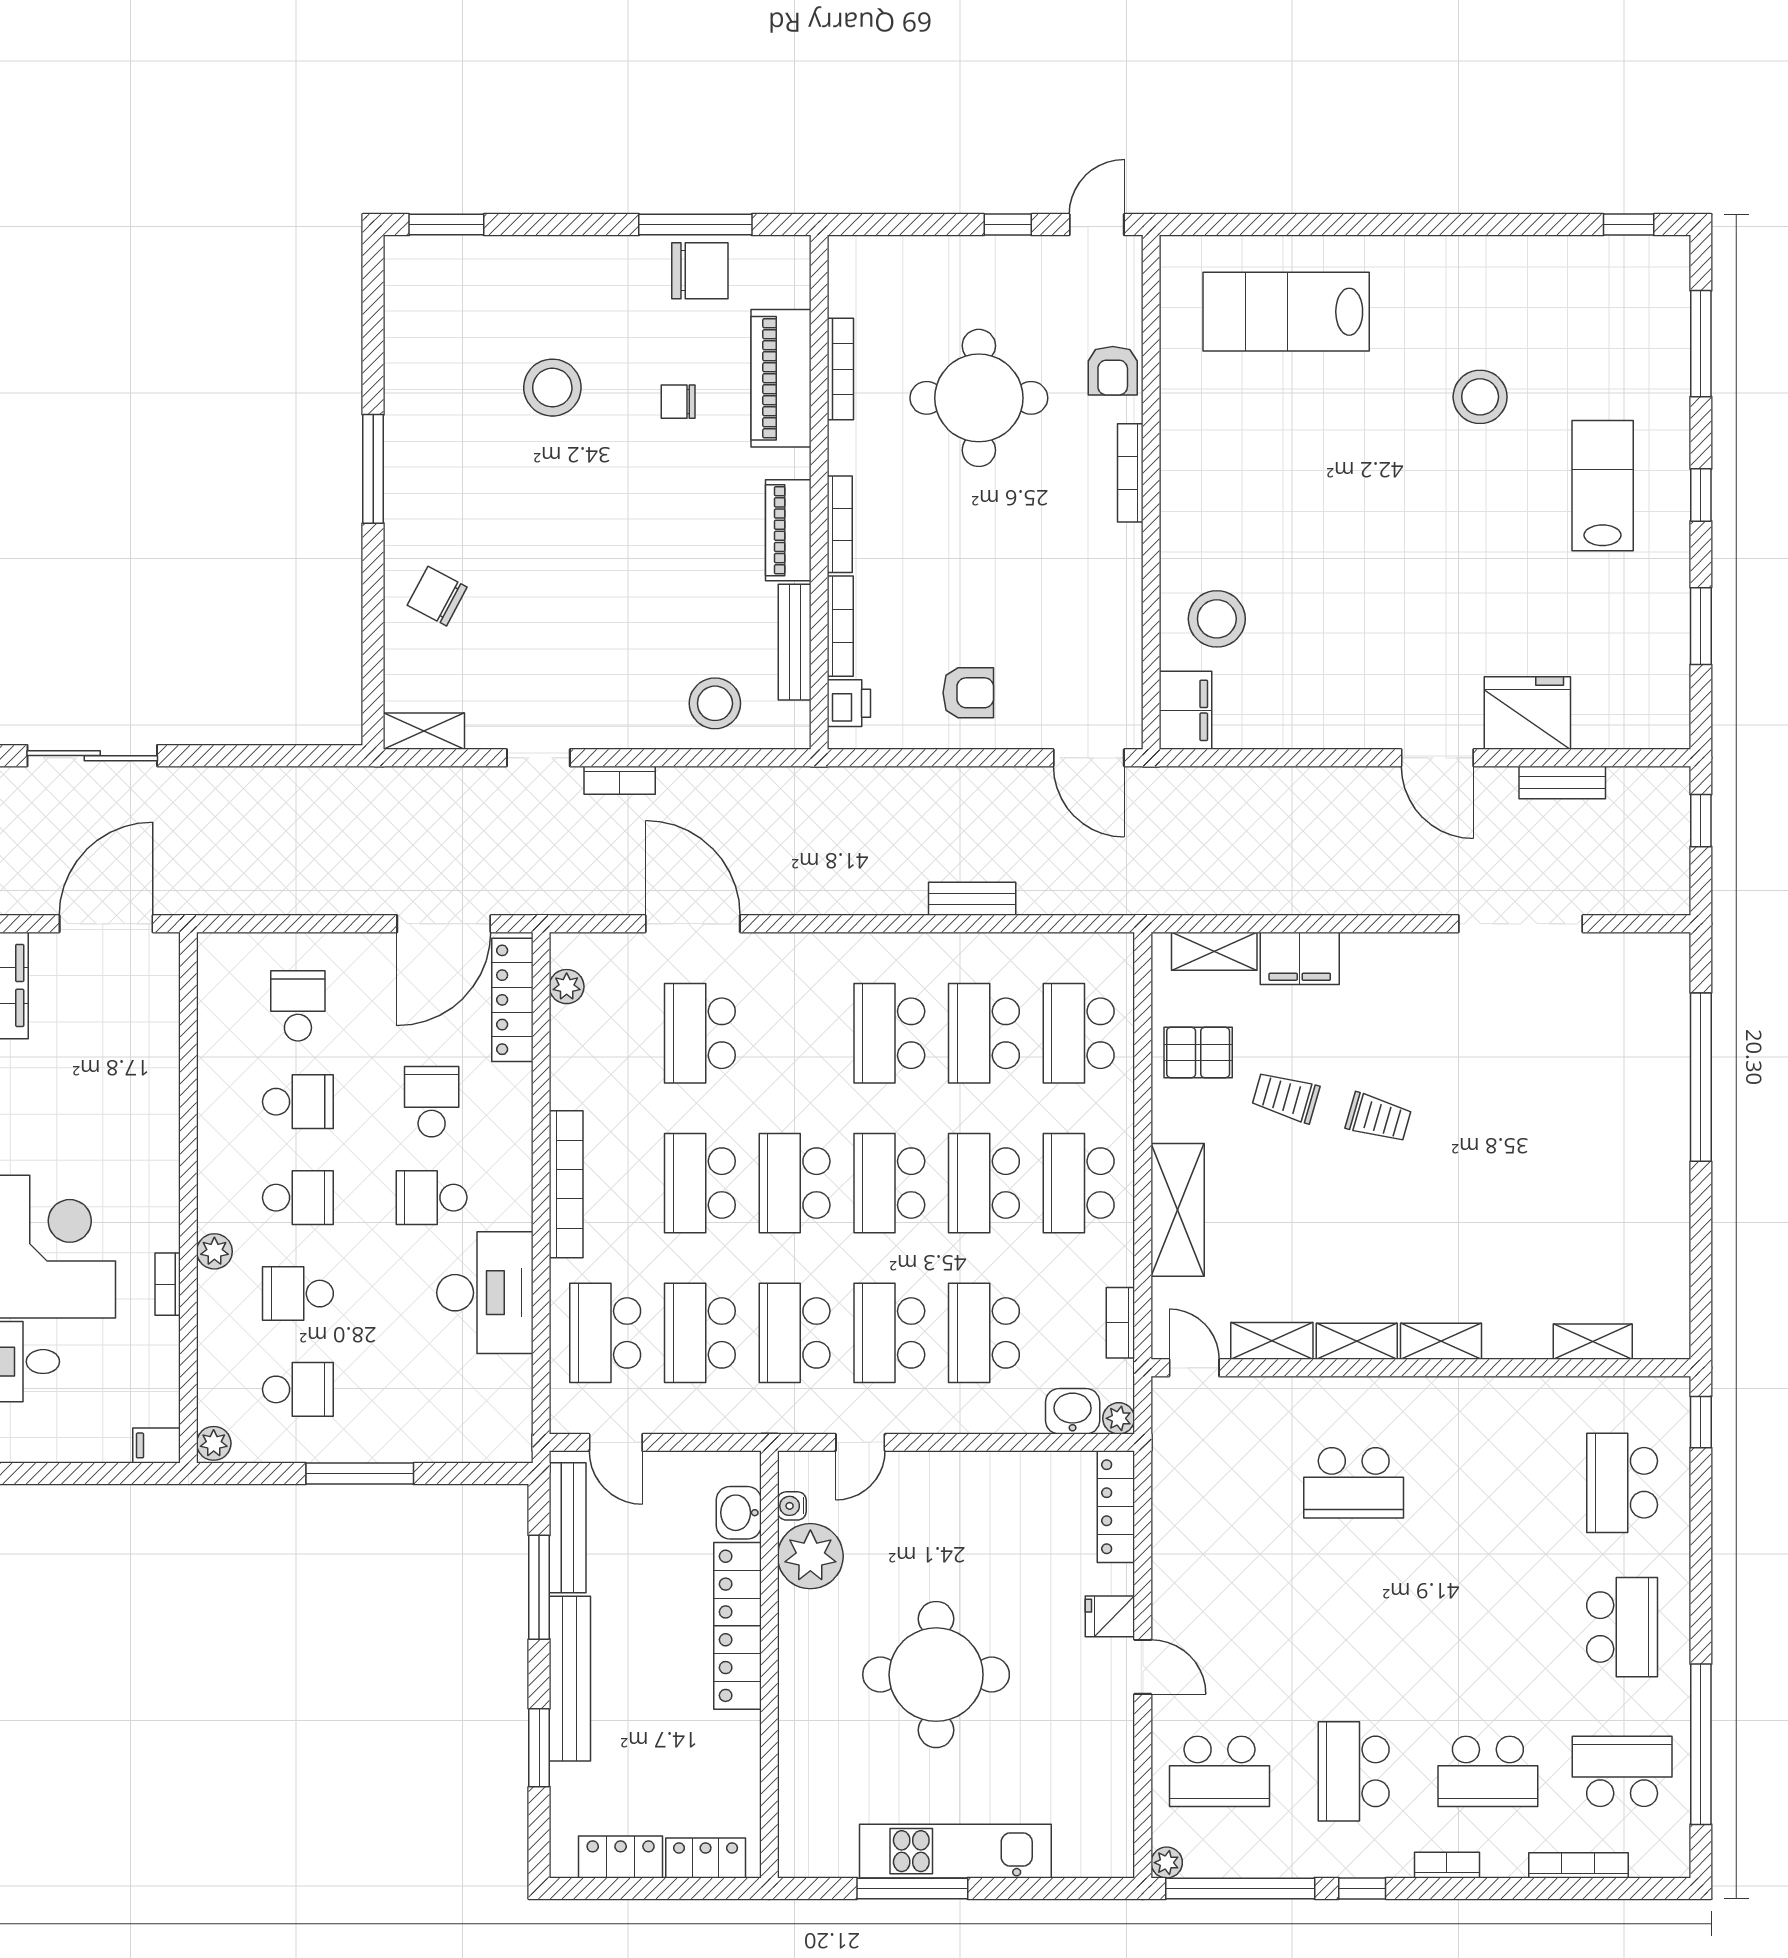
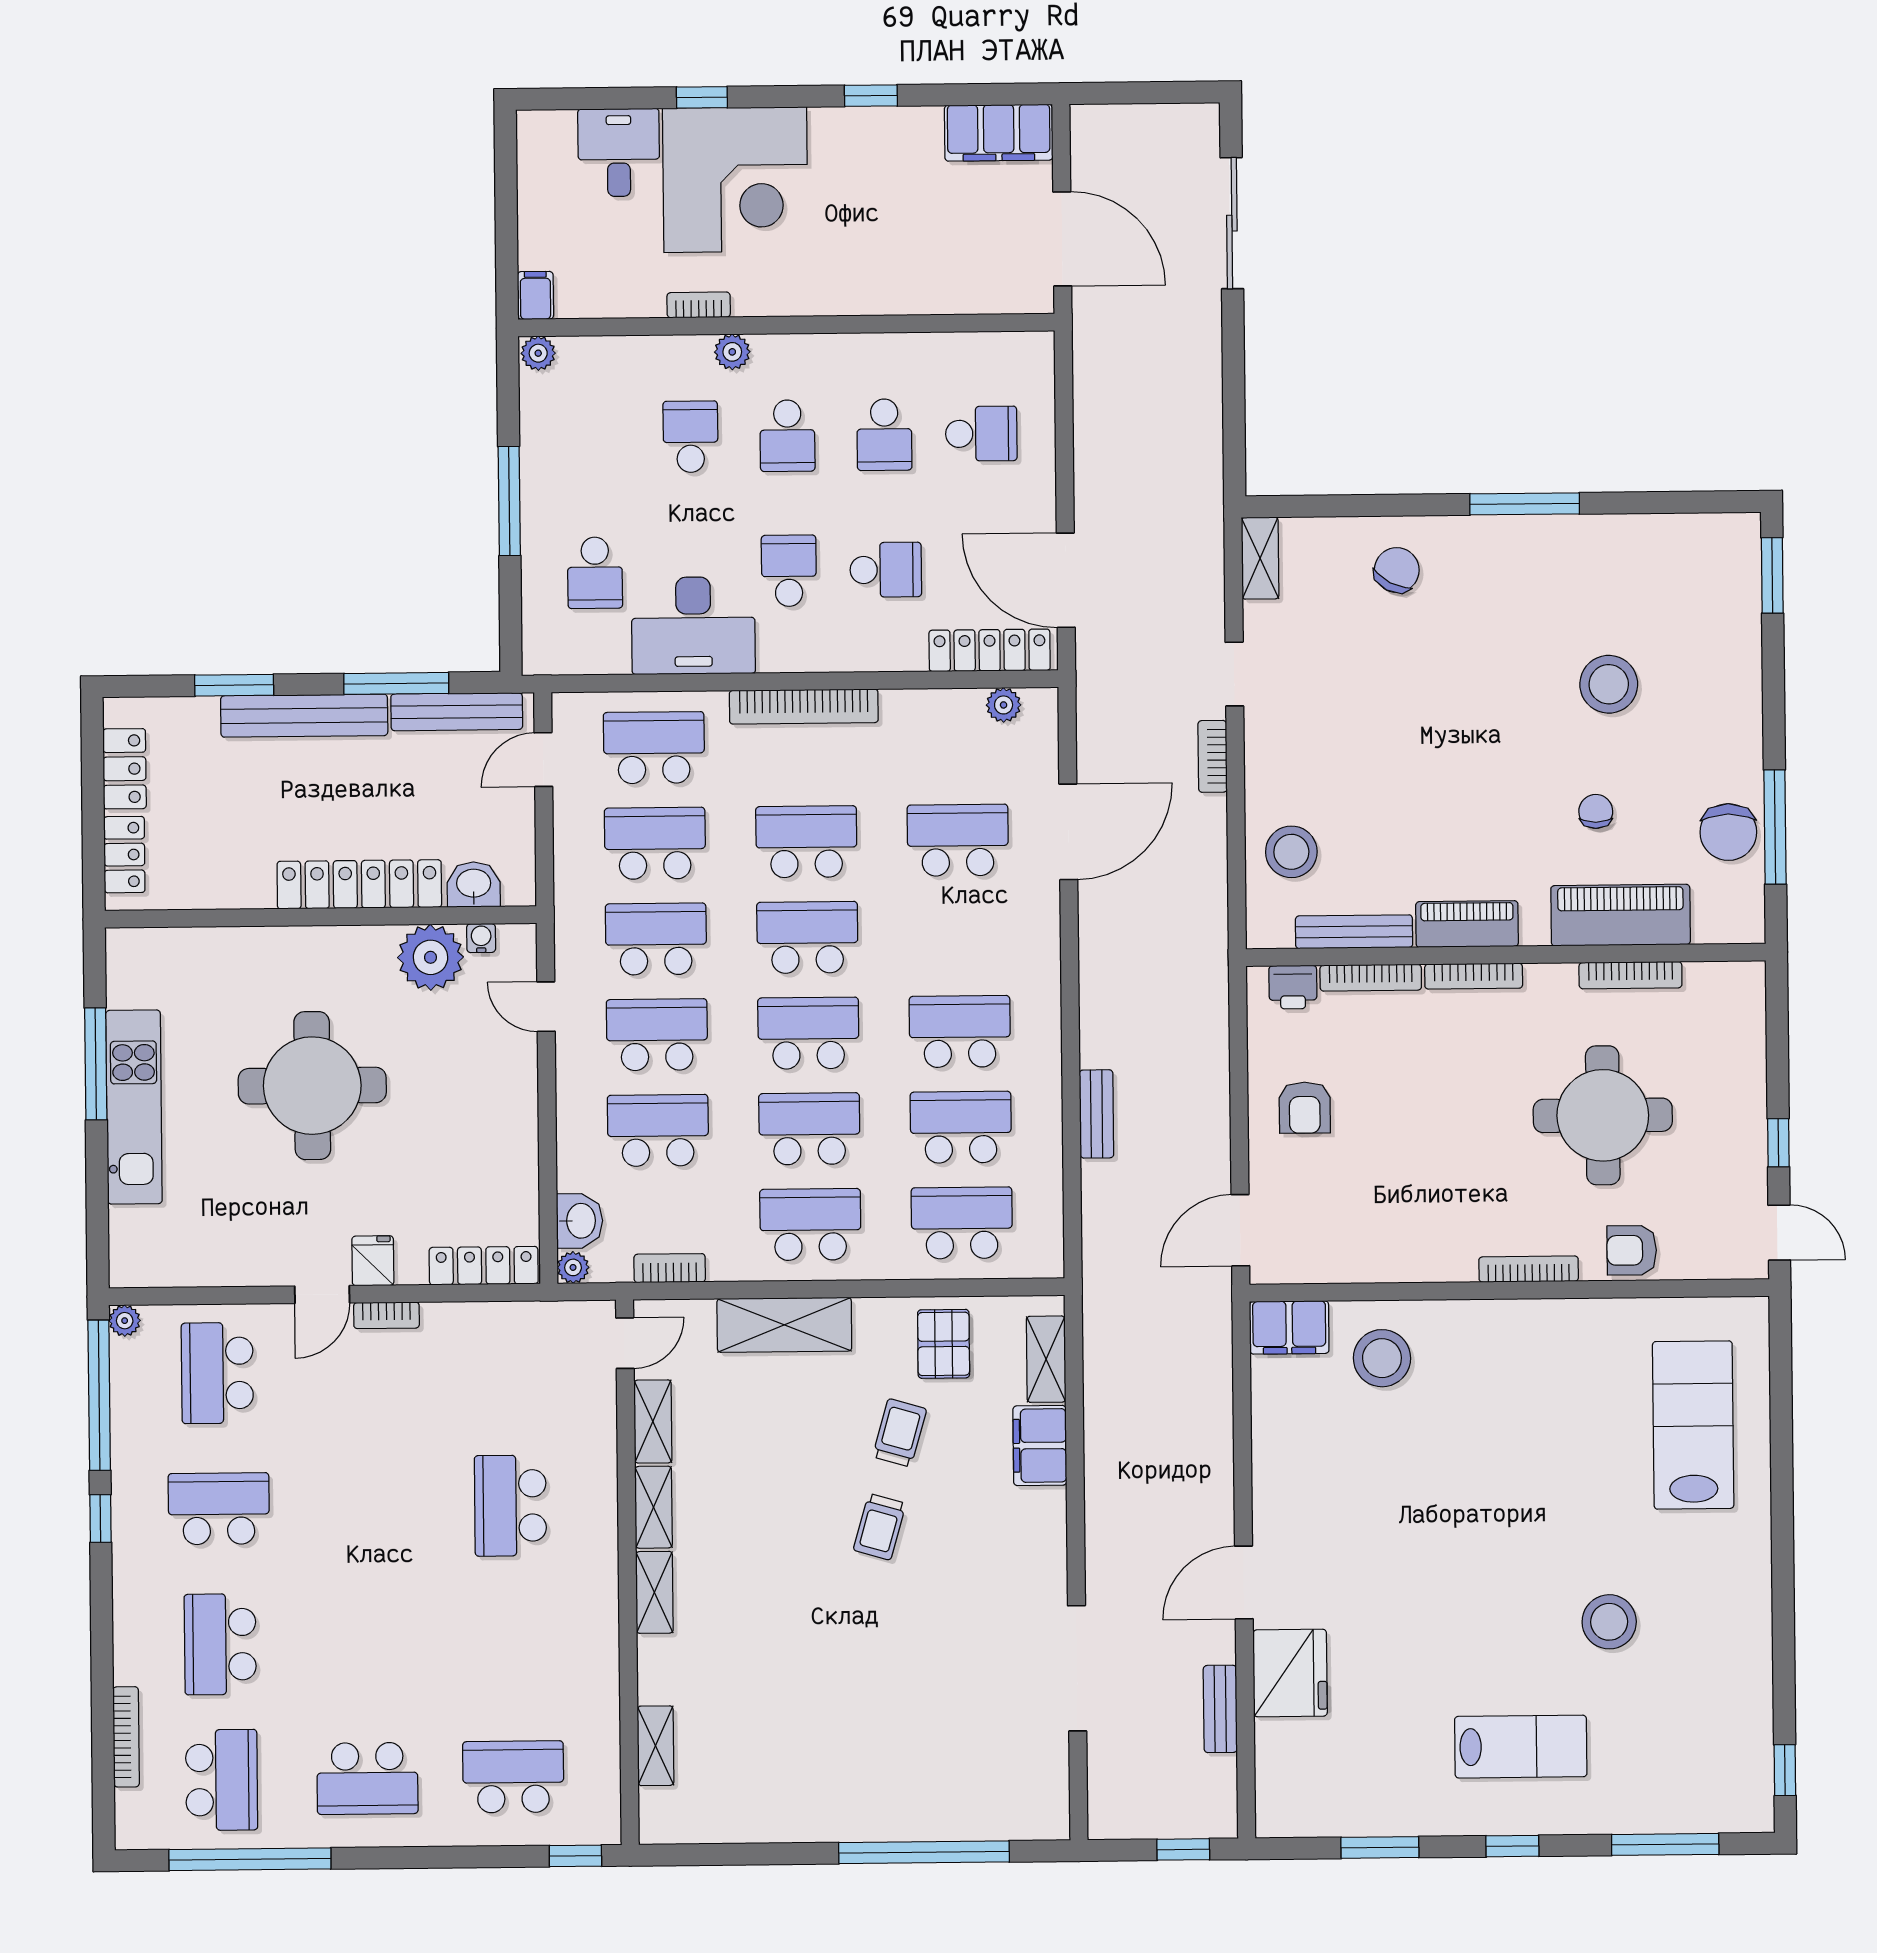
school desk: (298, 1389) -> (595, 573), moved
bookcase: (1447, 1865) -> (386, 1315), moved, turned 90

